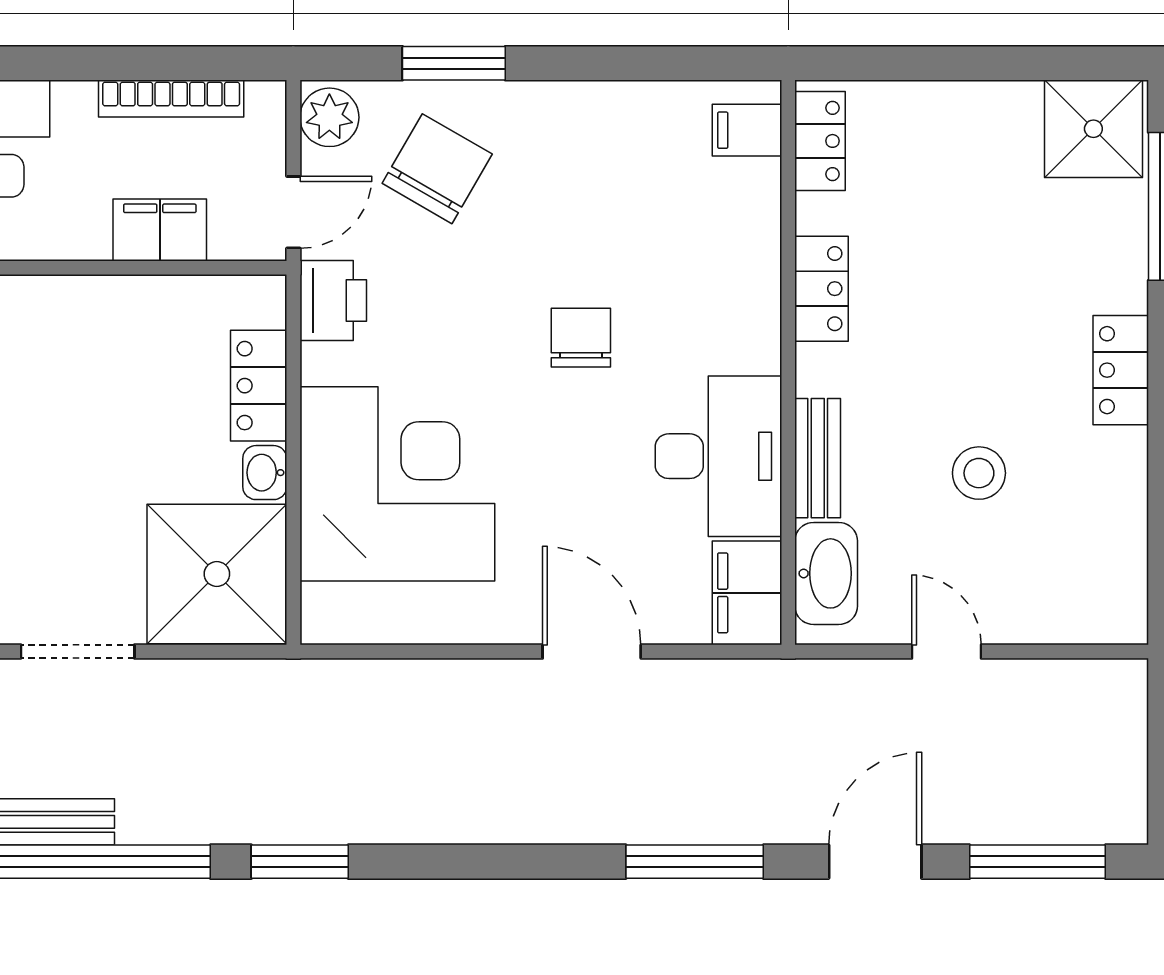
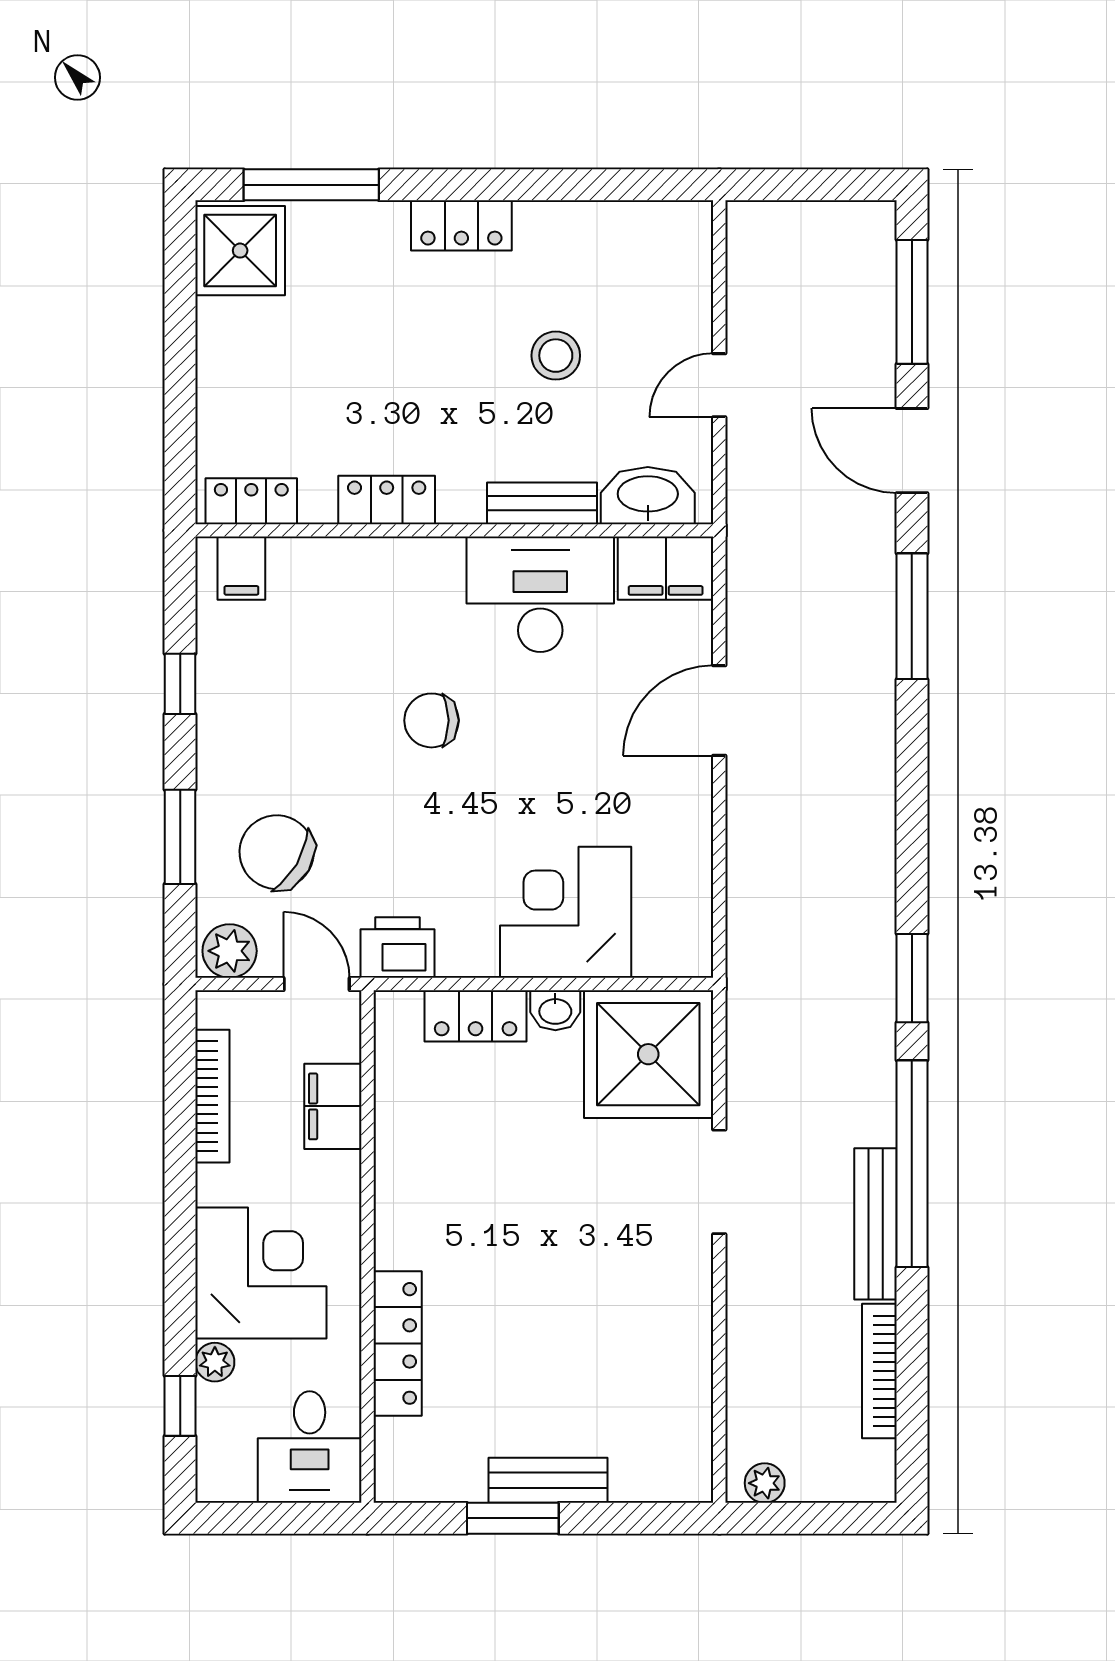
window: (621, 63) -> (180, 684), added
corner desk: (397, 484) -> (566, 912), width x0.74, depth x0.74

